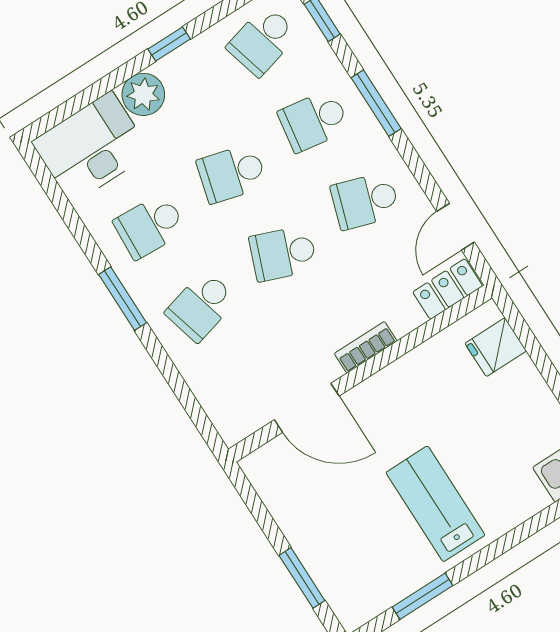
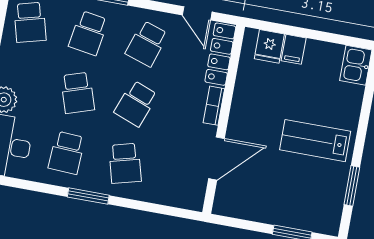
school desk: (232, 173) -> (78, 93), turned -33
locker: (448, 289) -> (220, 54), width x1.53
filing cabinet: (519, 379) -> (294, 49), added

